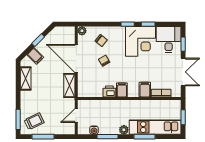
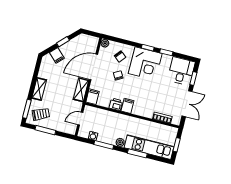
corner desk: (141, 41) -> (145, 64), moved
door: (76, 58) -> (93, 67), hinge flipped
shelving: (26, 78) -> (39, 89), moved
filing cabinet: (145, 90) -> (93, 97), moved

